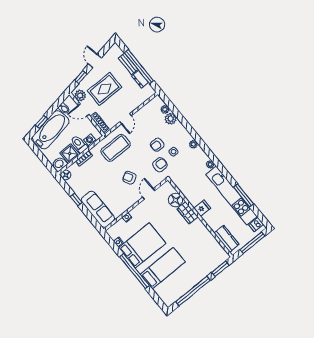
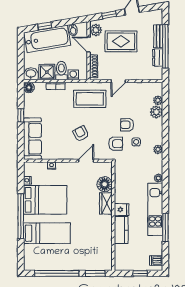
kitchen unit: (232, 195) -> (155, 209), width x0.73
kitchen counter: (227, 239) -> (121, 230), moved
window: (252, 243) -> (140, 273), width x0.46

